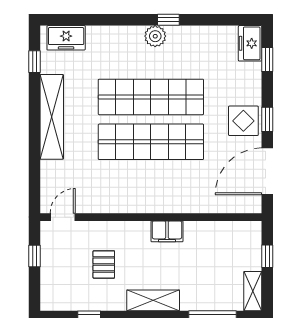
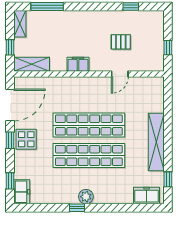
door: (63, 217) -> (120, 74), moved
pallet: (104, 264) -> (121, 42), turned 90
shelving: (153, 300) -> (32, 64), moved

